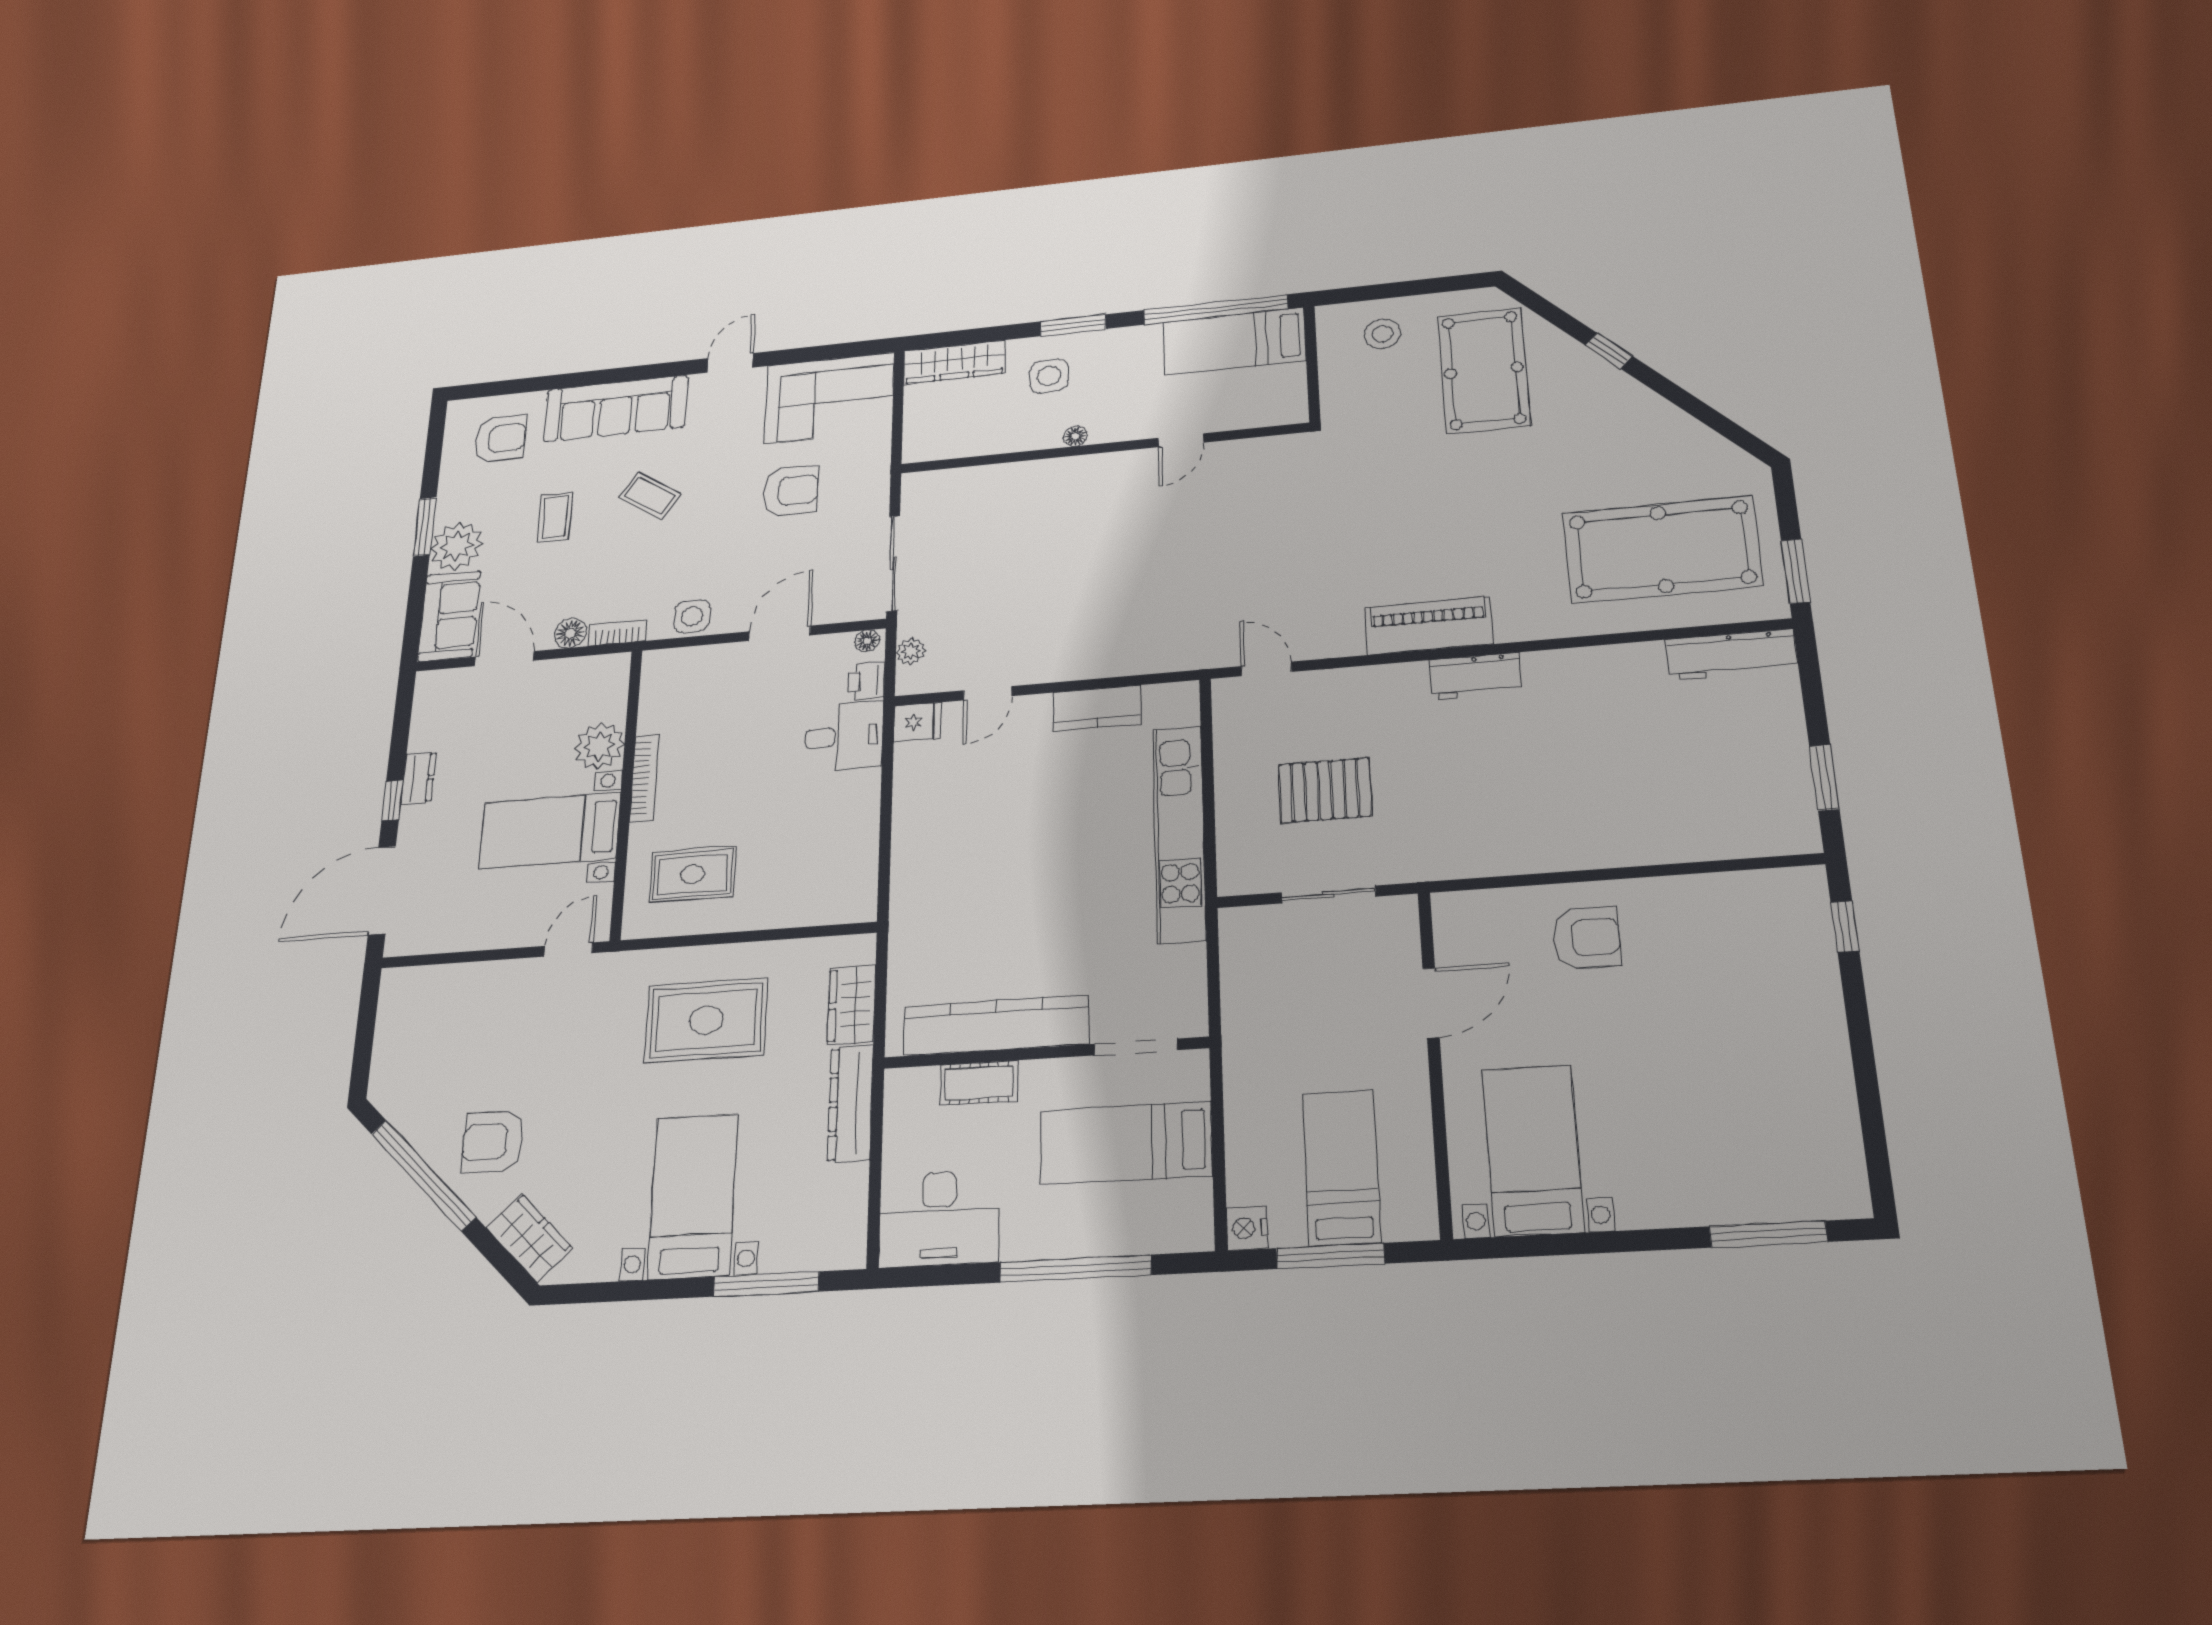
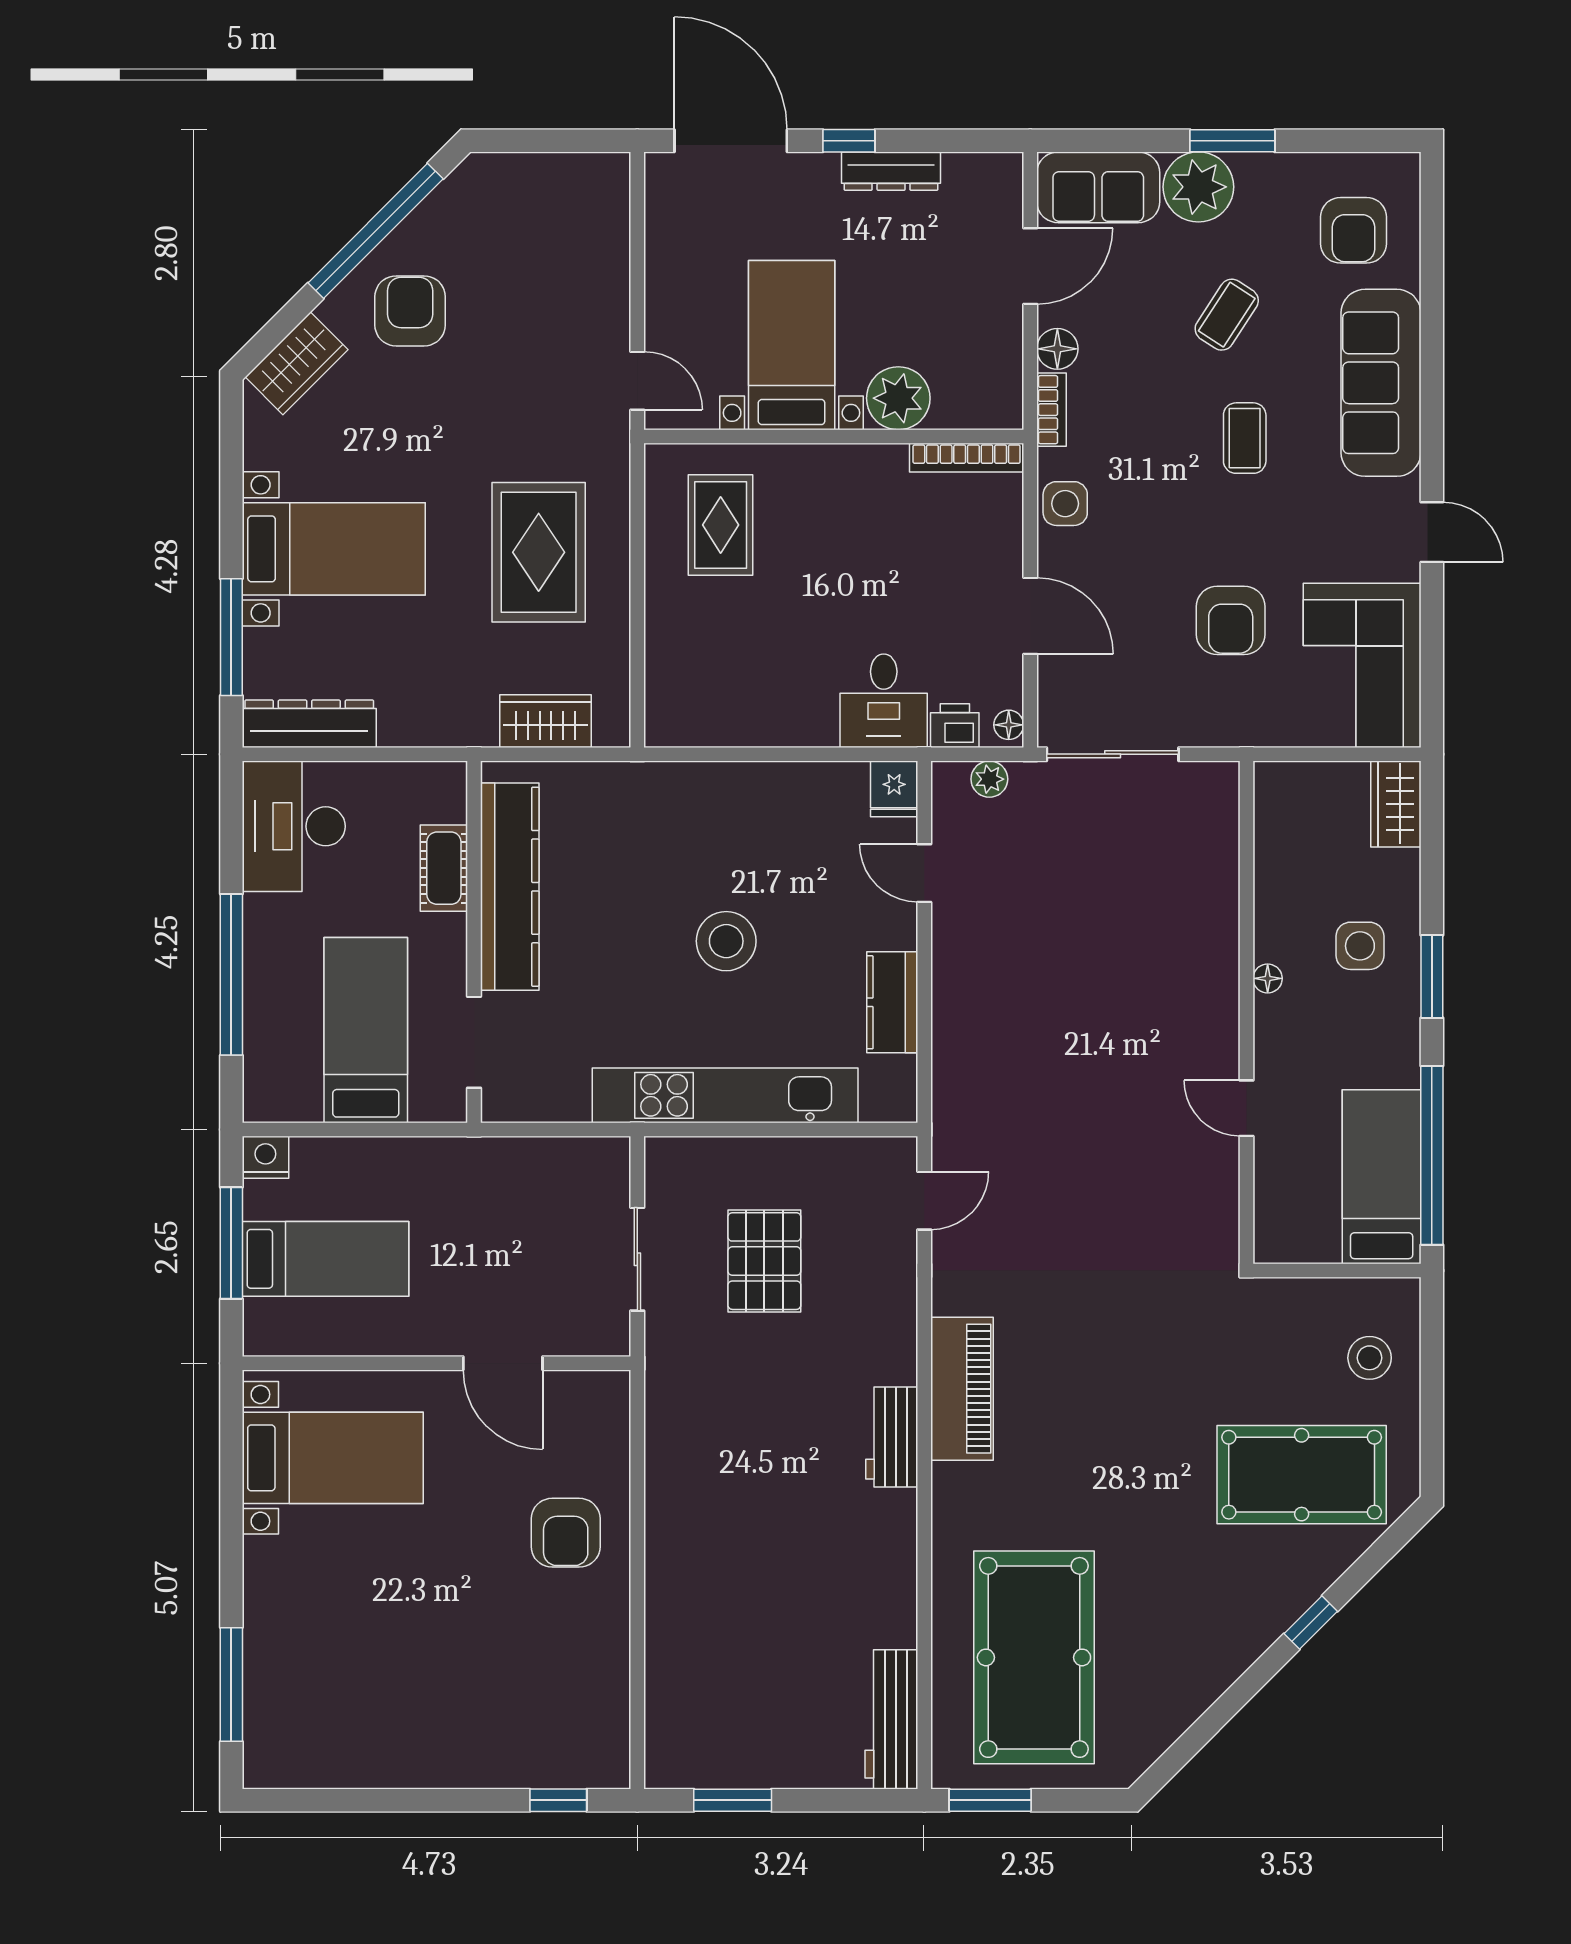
wardrobe: (954, 362) -> (1396, 804), width x0.67
coffee table: (650, 495) -> (1245, 438), turned -34
coffee table: (555, 517) -> (1227, 315), turned -57
dresser: (419, 778) -> (891, 171), width x1.44
bookcase: (644, 778) -> (967, 458), moved
stool: (1045, 843) -> (726, 941), added
dresser: (850, 1103) -> (309, 724), moved

